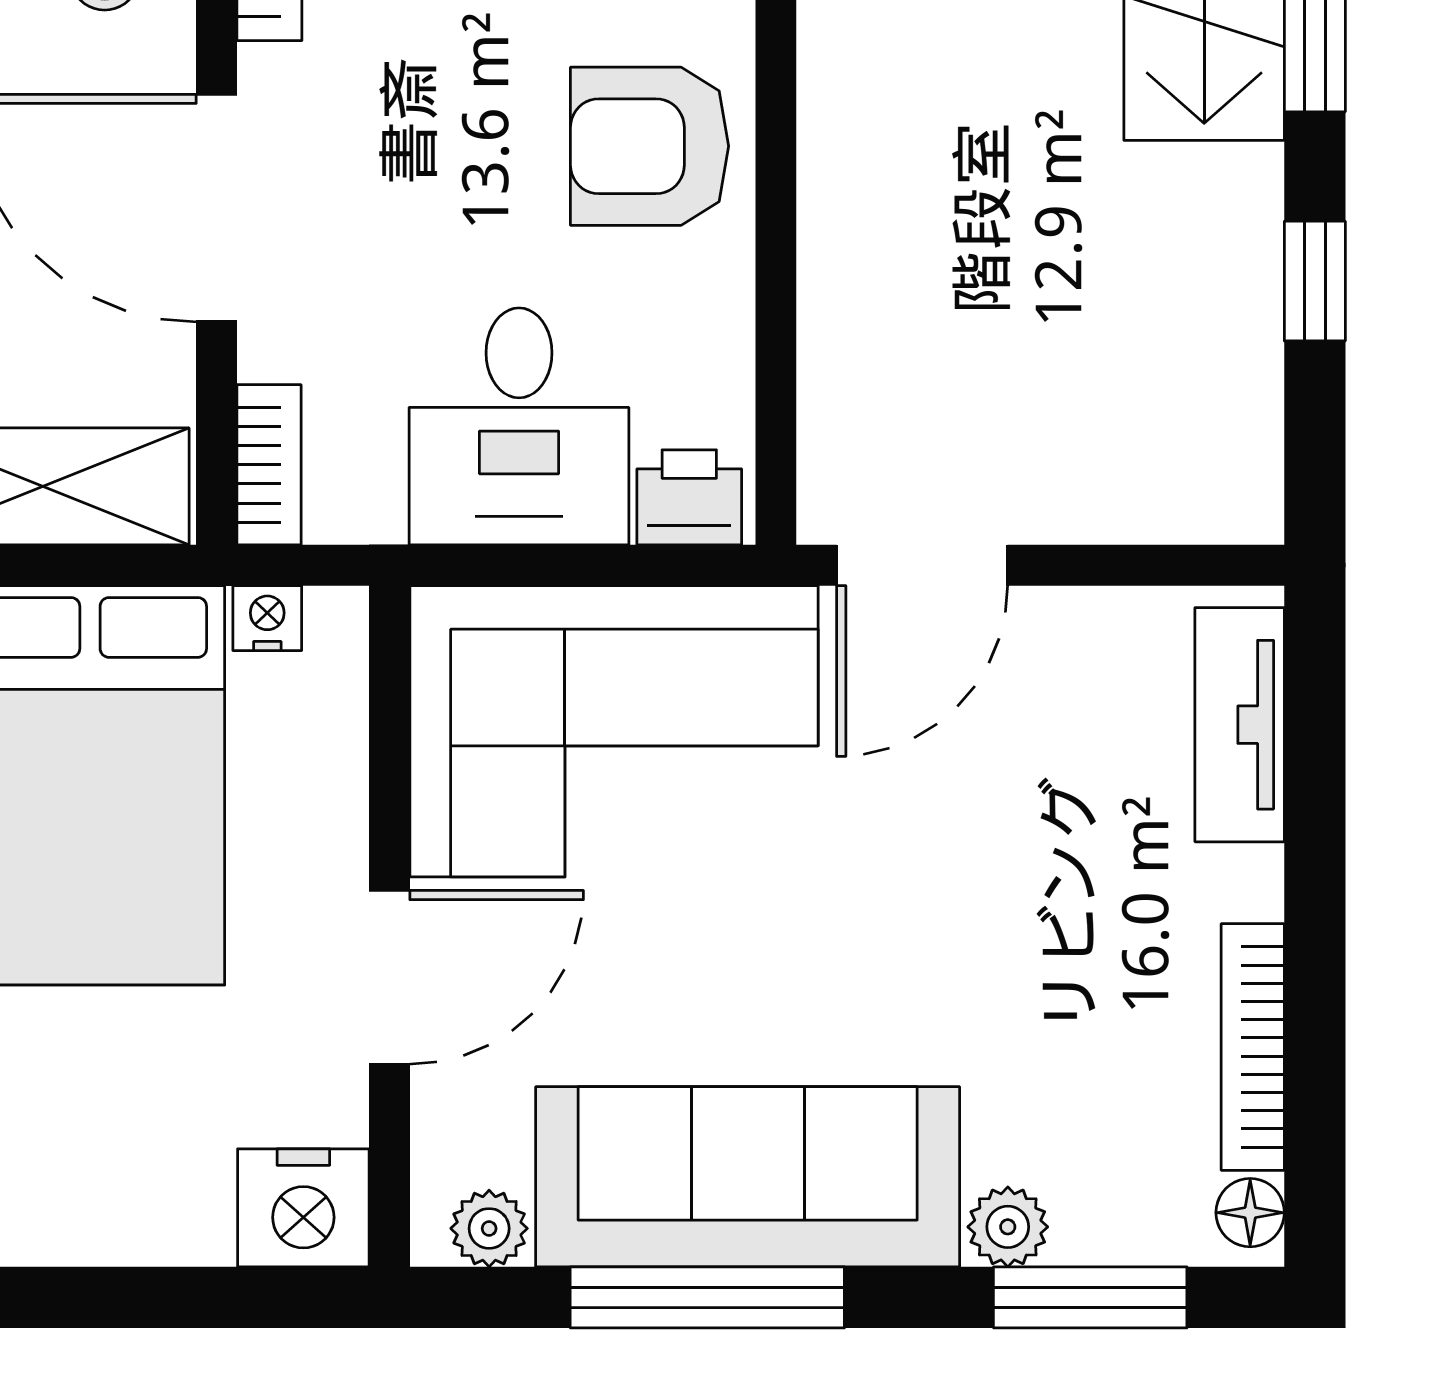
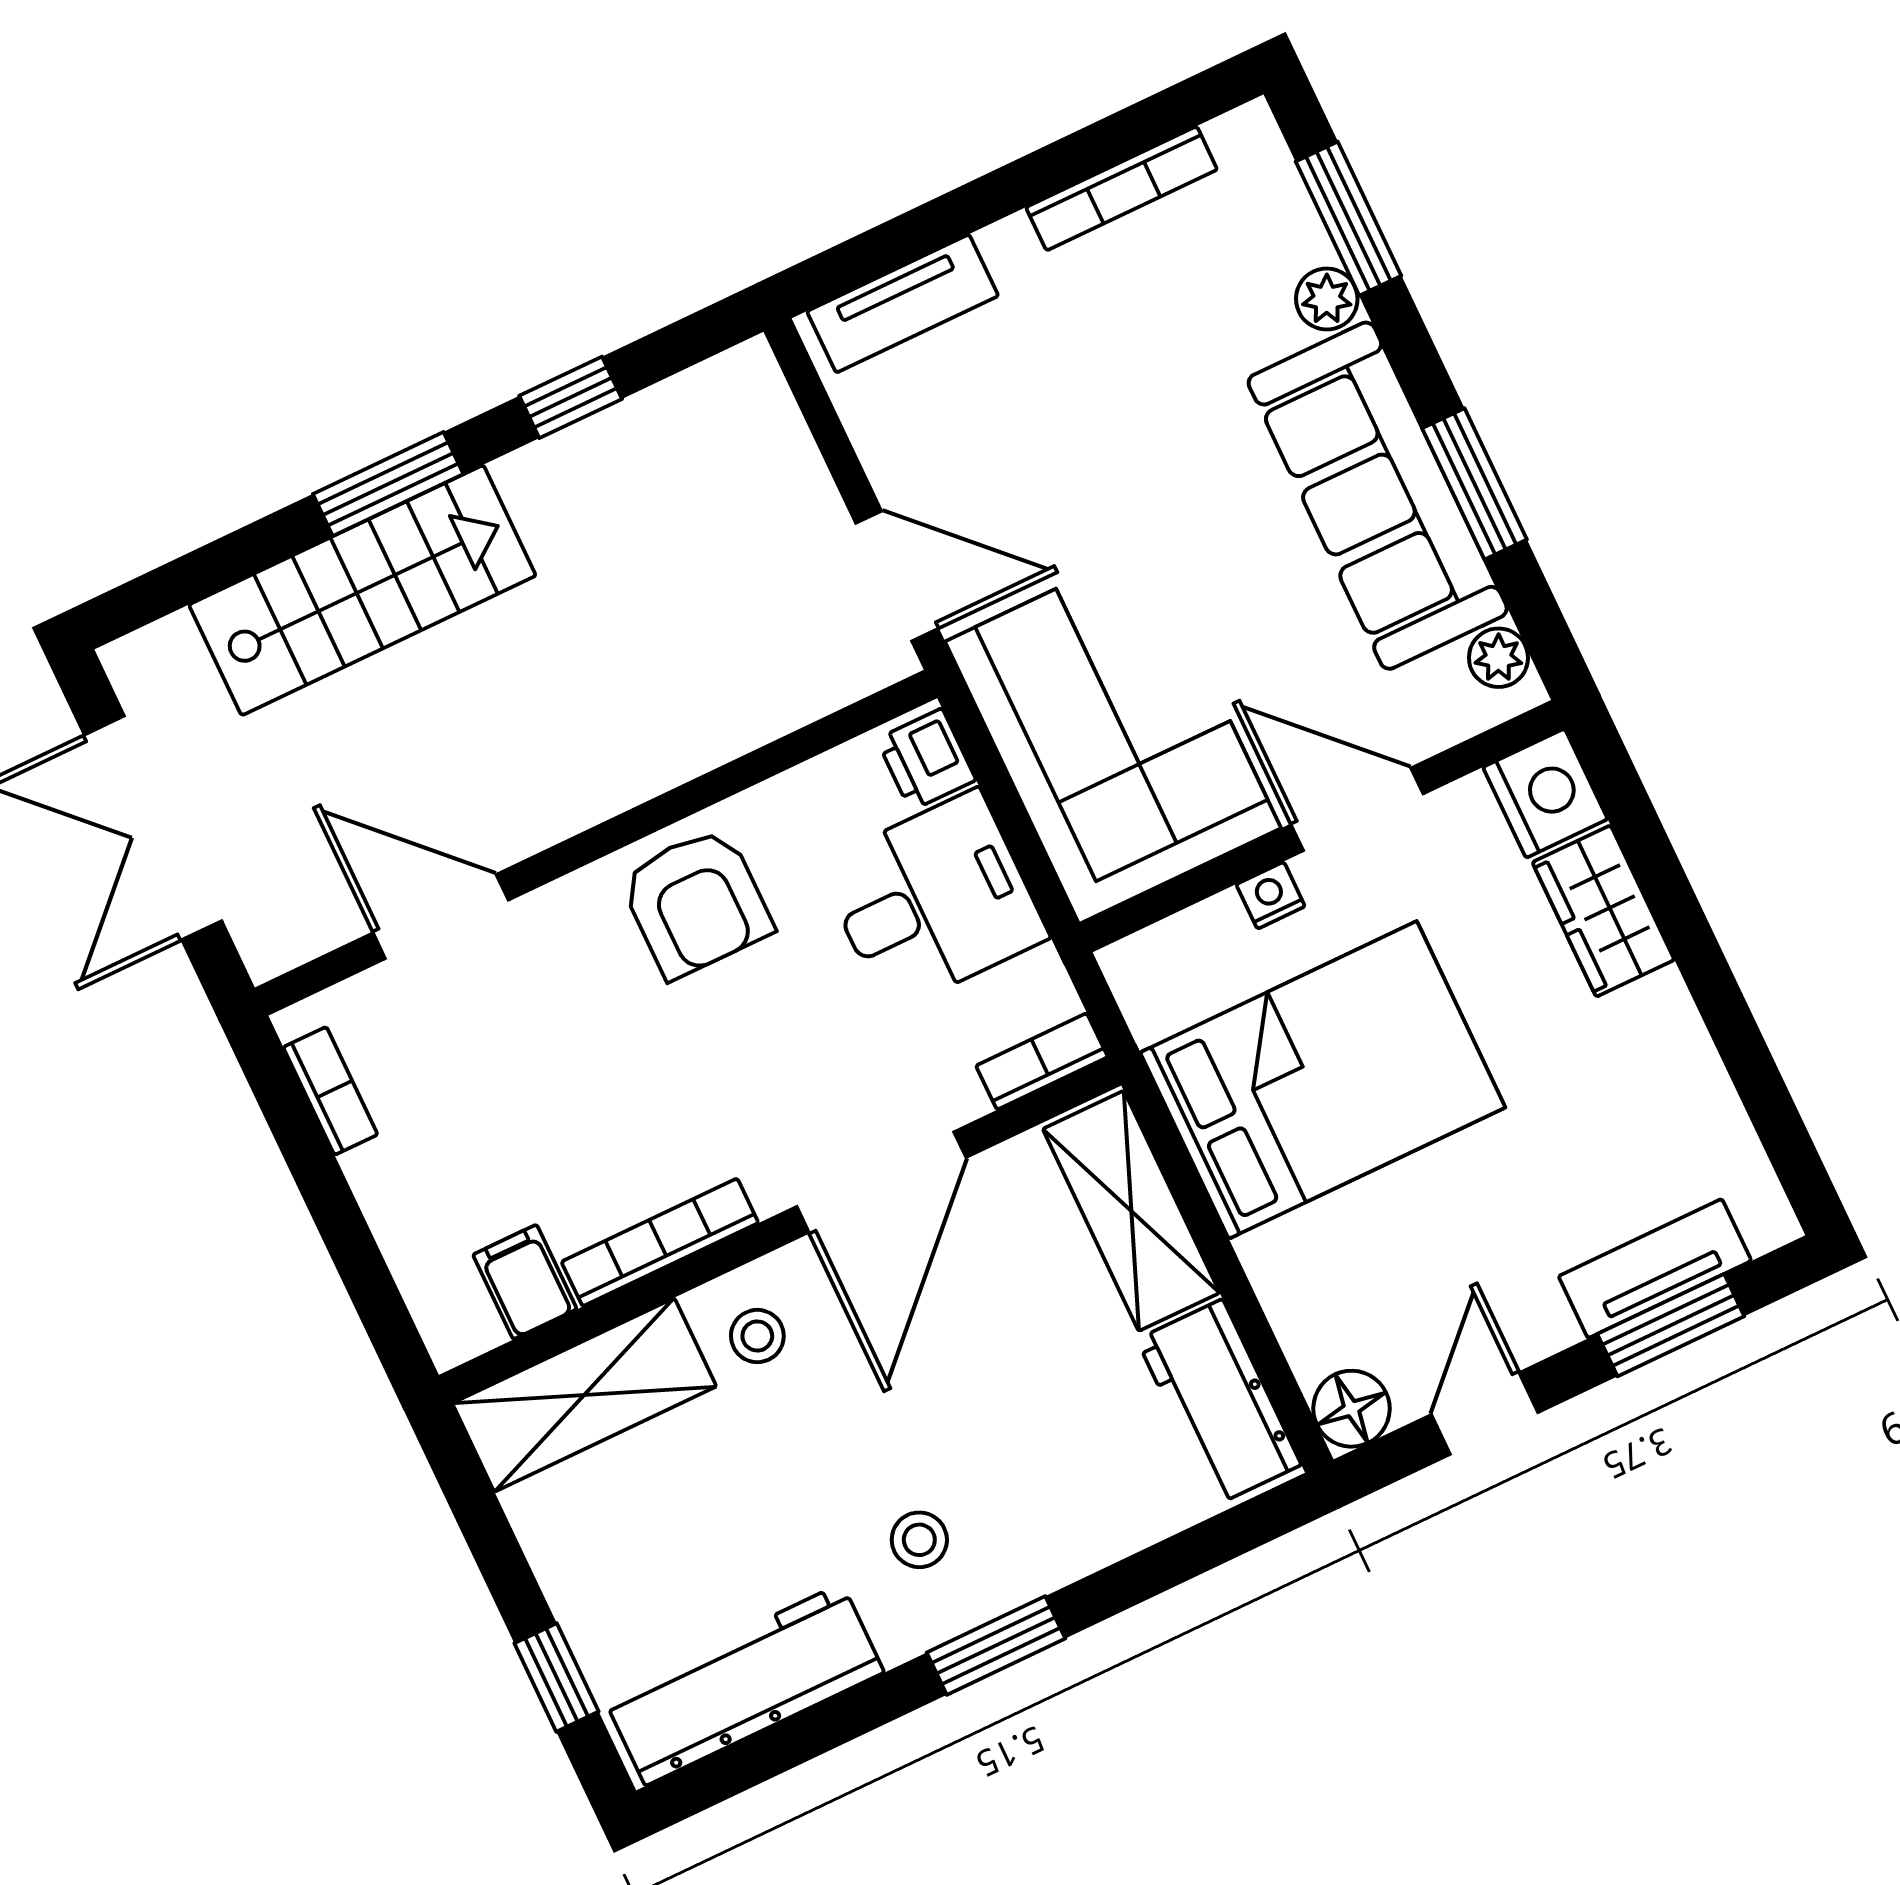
nightstand: (267, 618) -> (1271, 895), moved, turned 90
wardrobe: (132, 1210) -> (1603, 911), added
floor lamp: (1250, 1213) -> (1237, 136), removed
window: (707, 1297) -> (1474, 484), width x0.69

